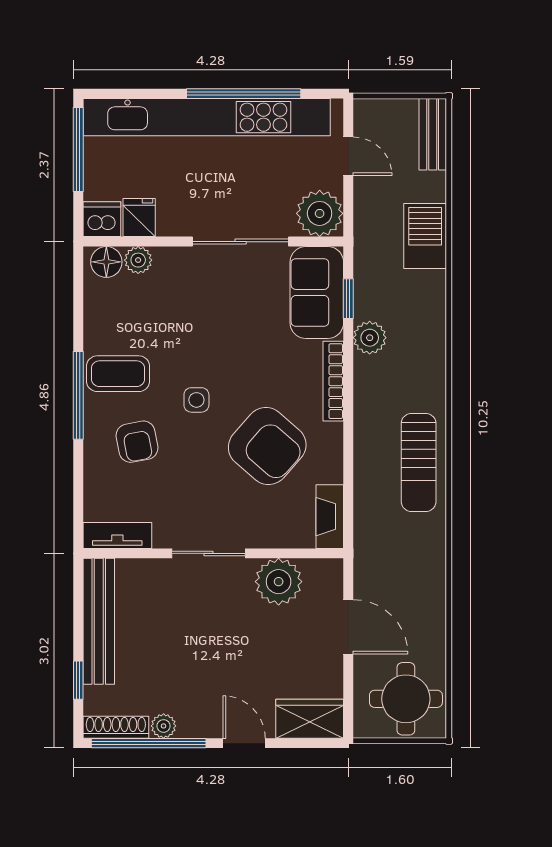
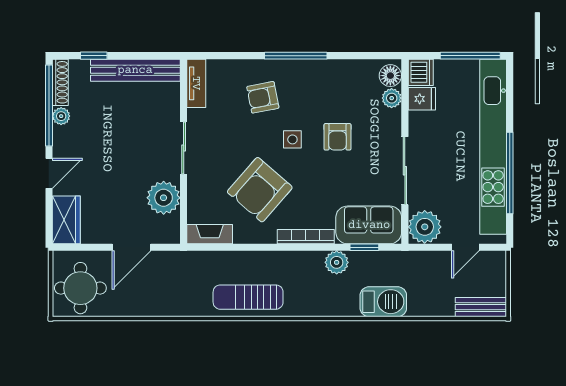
barbecue: (425, 236) -> (383, 302), moved
armchair: (193, 336) -> (337, 137), added
coffee table: (118, 374) -> (311, 84), removed

